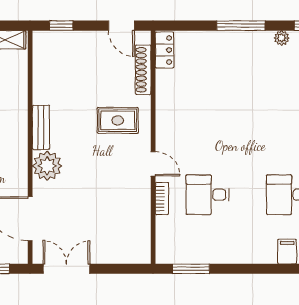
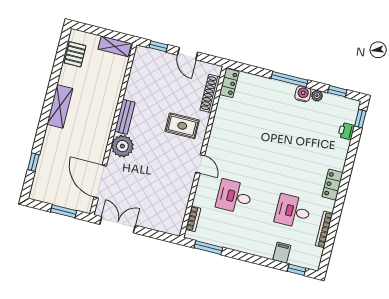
door: (121, 26) -> (188, 54), moved
water cooler: (263, 40) -> (303, 94), added
bookcase: (162, 199) -> (193, 219), moved

